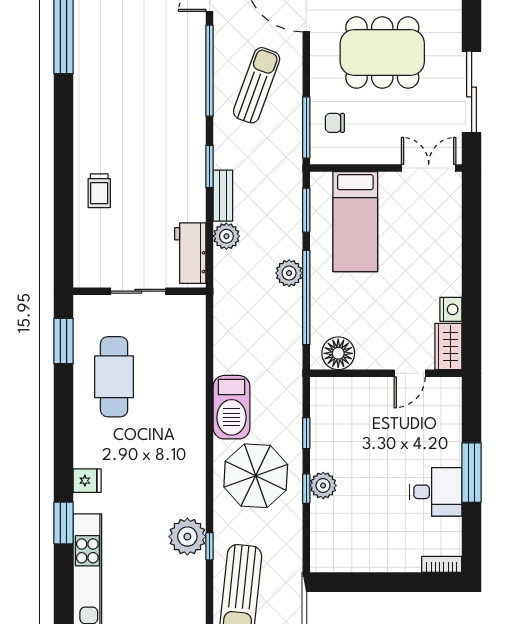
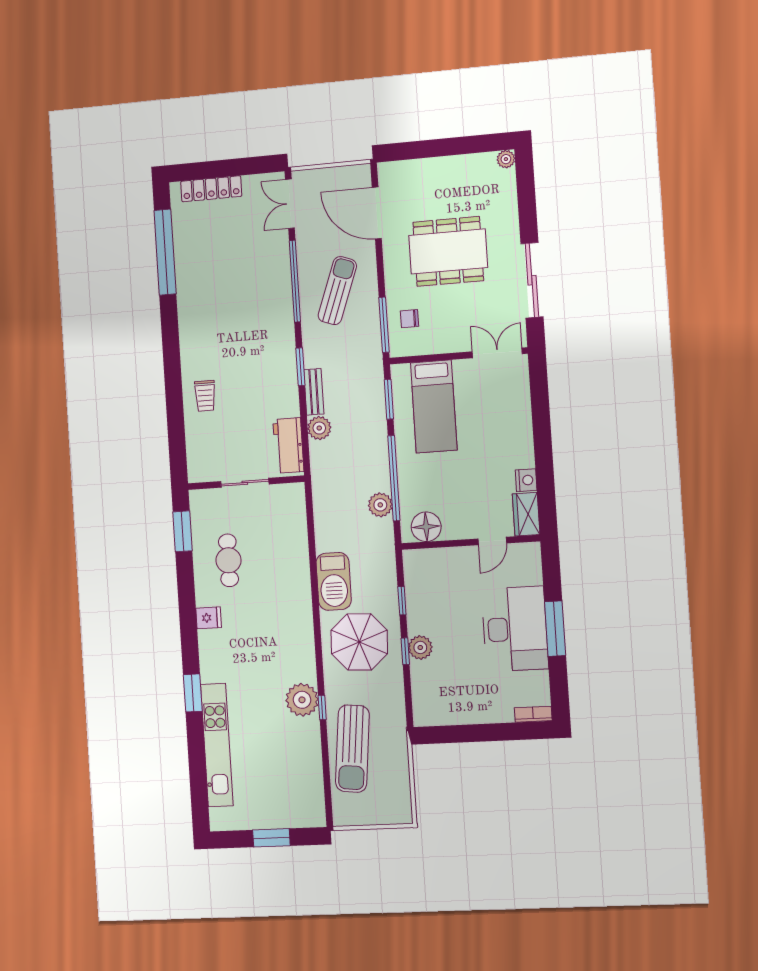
plant: (289, 273) -> (380, 505), moved
cafe table: (114, 377) -> (228, 560), width x0.73, depth x0.74
fridge: (87, 481) -> (209, 618), moved
desk: (436, 492) -> (515, 629), width x1.87, depth x1.30

